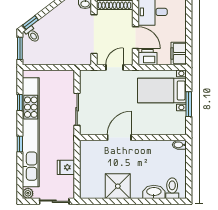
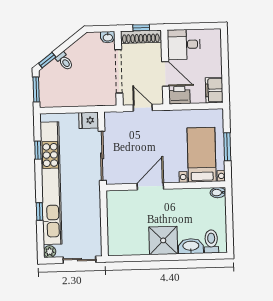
toilet: (32, 34) -> (64, 61), moved
door: (114, 67) -> (143, 108), hinge flipped
bed with nightstands: (162, 90) -> (202, 155), moved, turned 90
sliding door: (77, 109) -> (102, 156), width x1.37
window: (20, 144) -> (40, 211), moved
fridge: (66, 167) -> (89, 120), moved
shower: (118, 186) -> (163, 240), moved

